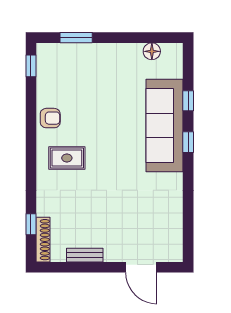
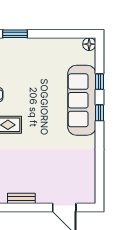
floor lamp: (152, 51) -> (89, 44), moved

